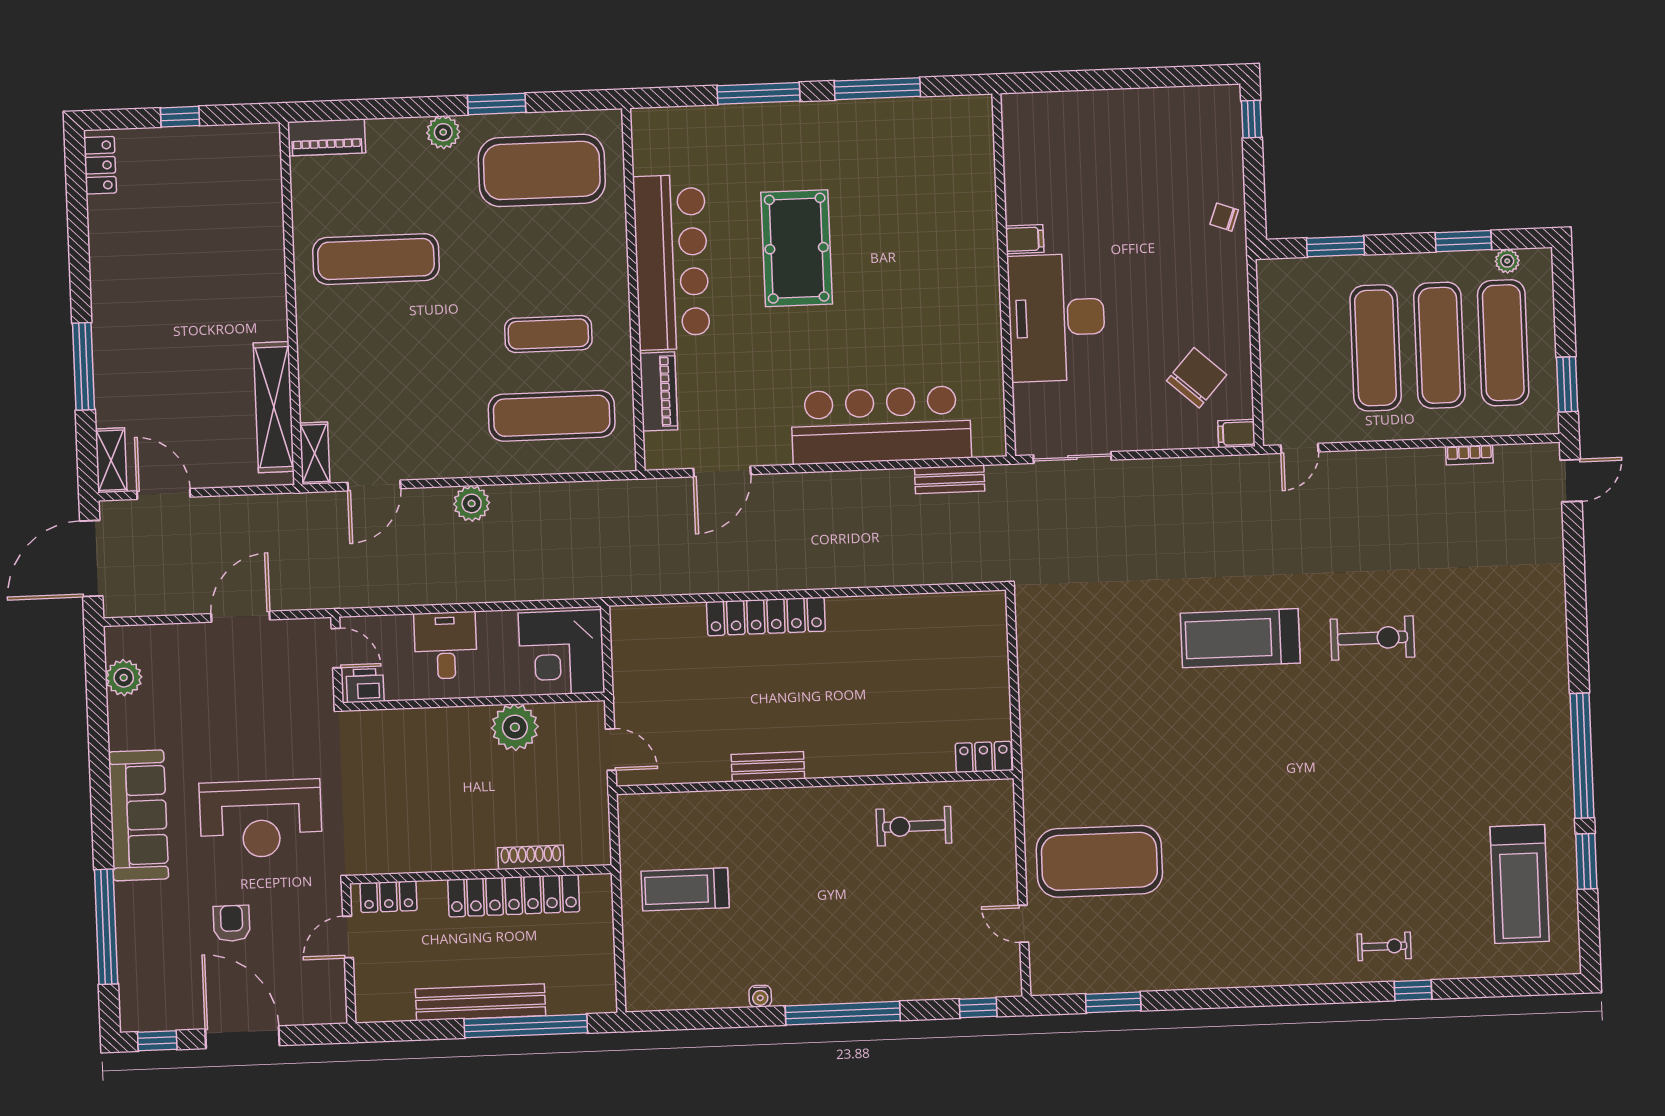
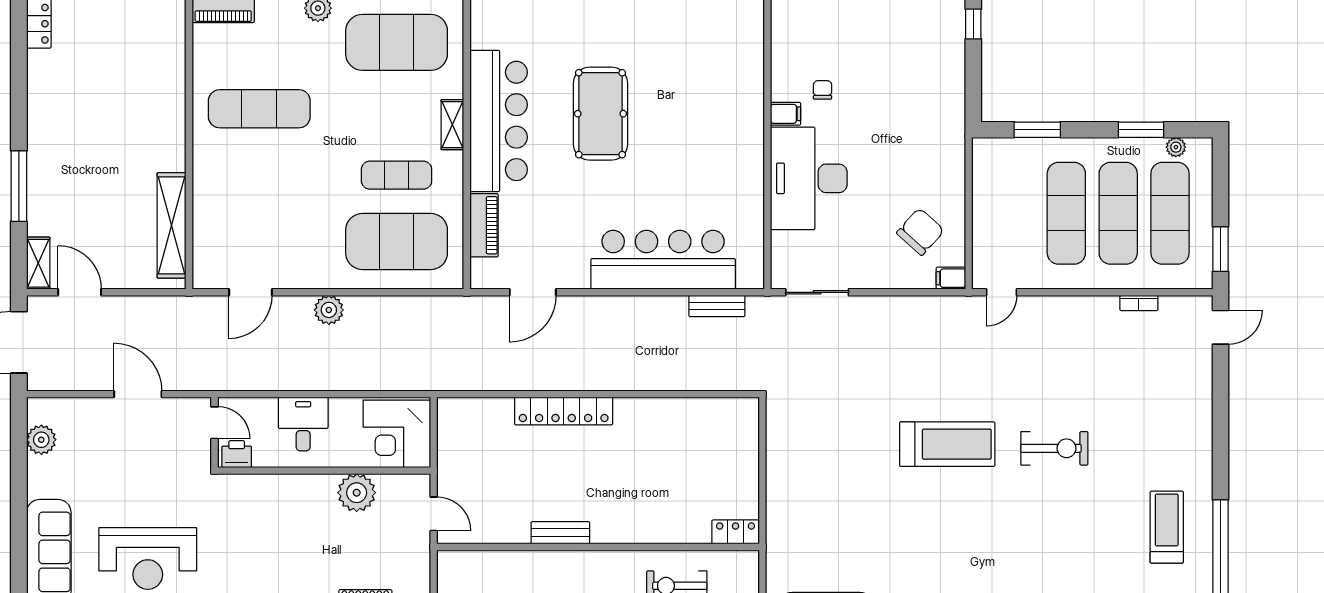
chair: (1224, 217) -> (822, 90), moved, turned 70
exercise mat: (552, 416) -> (397, 241), width x1.47
shelving: (315, 453) -> (452, 125), moved
door: (241, 617) -> (138, 394), hinge flipped
treadmill: (1240, 638) -> (947, 444), turned 180
treadmill: (1515, 730) -> (1167, 527), added

